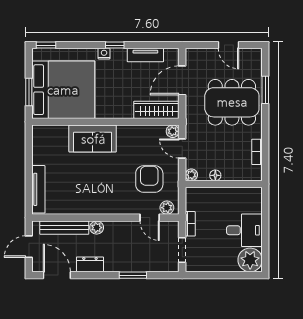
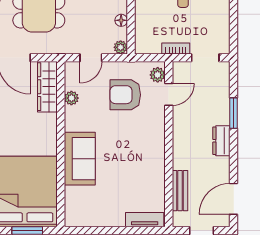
plant: (173, 131) -> (71, 98), moved
tv unit: (38, 189) -> (145, 220), width x0.71
bench: (64, 228) -> (180, 191), width x0.73
plant: (97, 228) -> (180, 154), removed
dresser: (90, 264) -> (221, 141), moved

